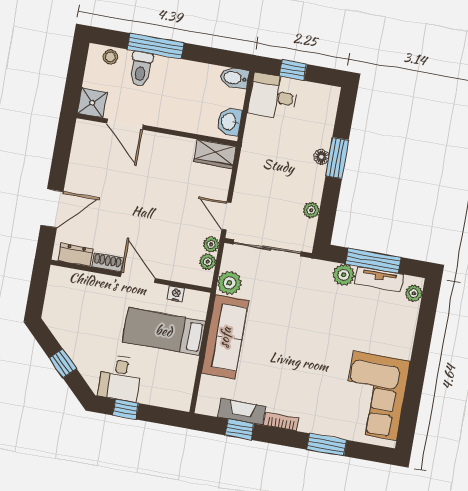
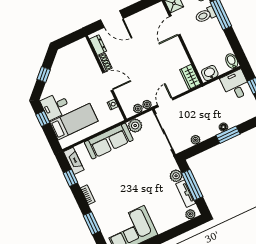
door: (138, 278) -> (108, 81), hinge flipped
bed: (164, 331) -> (74, 122), moved, turned 90
fireplace: (242, 412) -> (74, 161), moved

